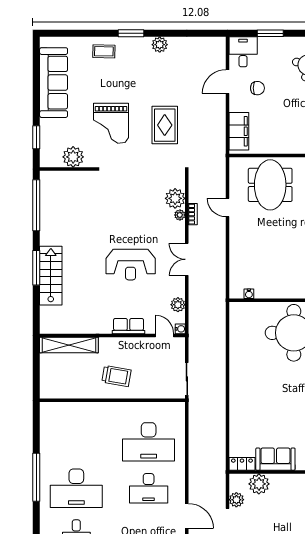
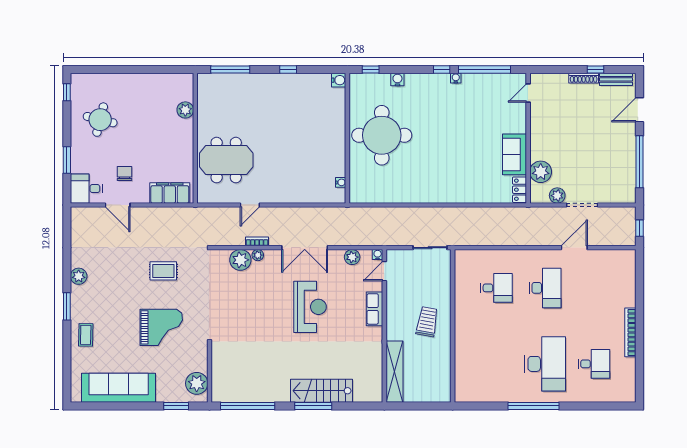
rug: (165, 125) -> (163, 271), width x0.73, depth x0.70
plant: (73, 157) -> (197, 383), moved
double door: (187, 259) -> (305, 248), width x1.37
desk: (149, 442) -> (496, 288), width x0.53, depth x0.77

